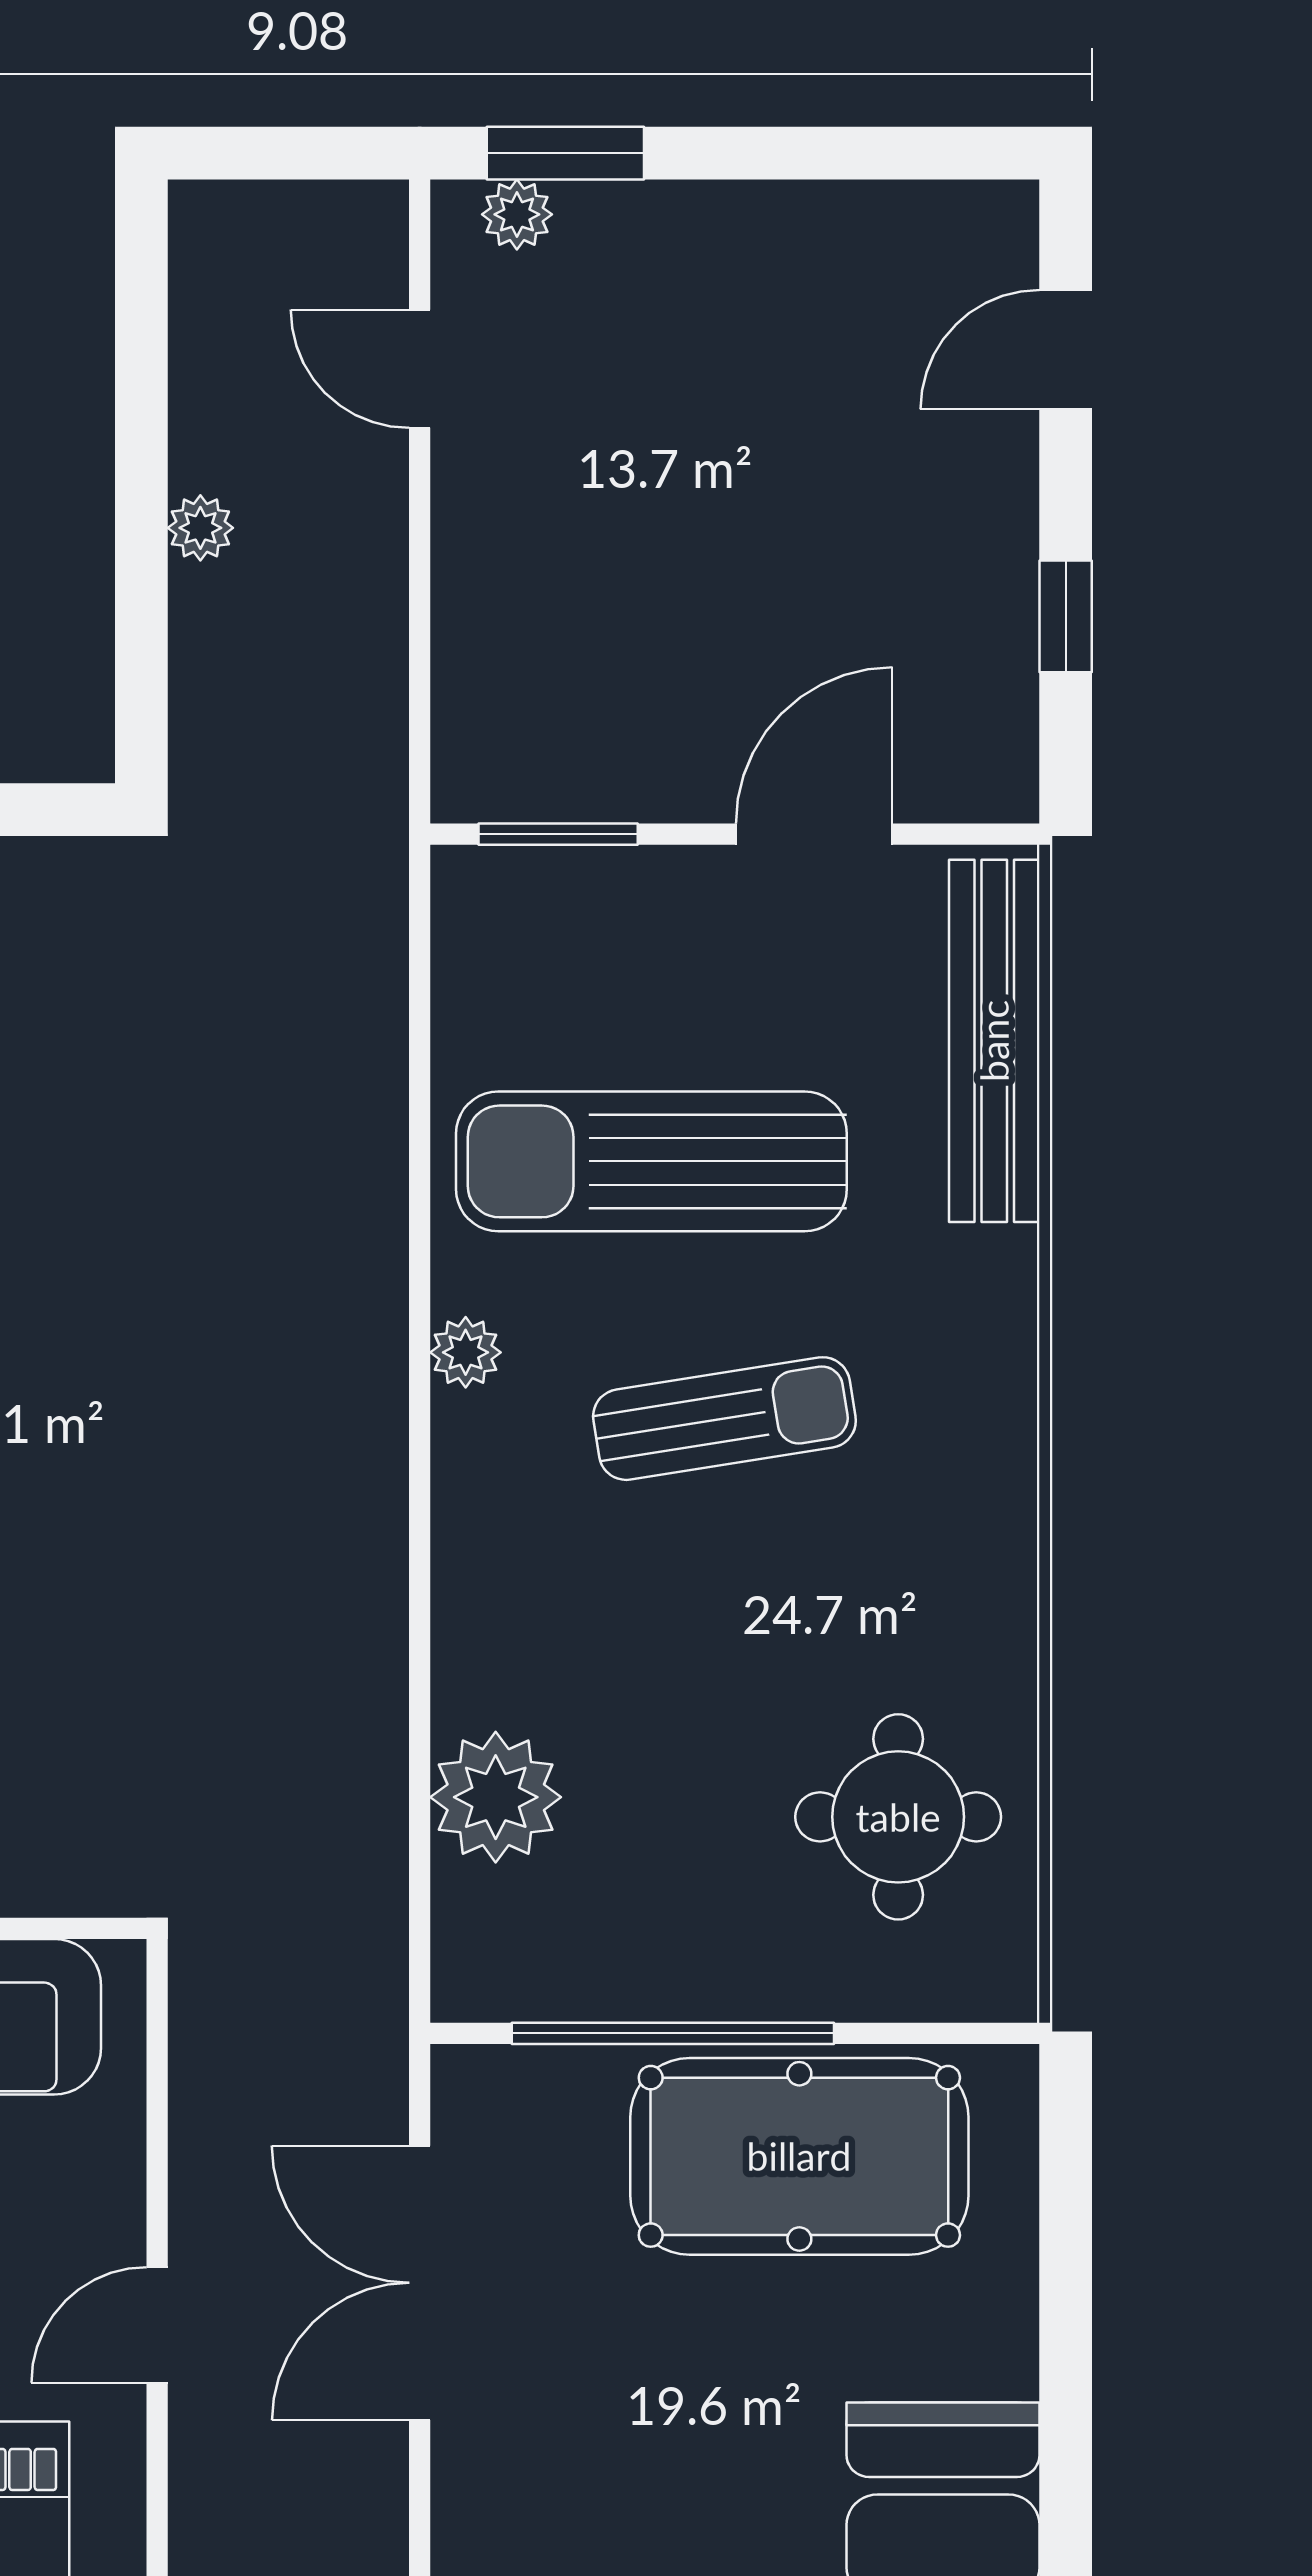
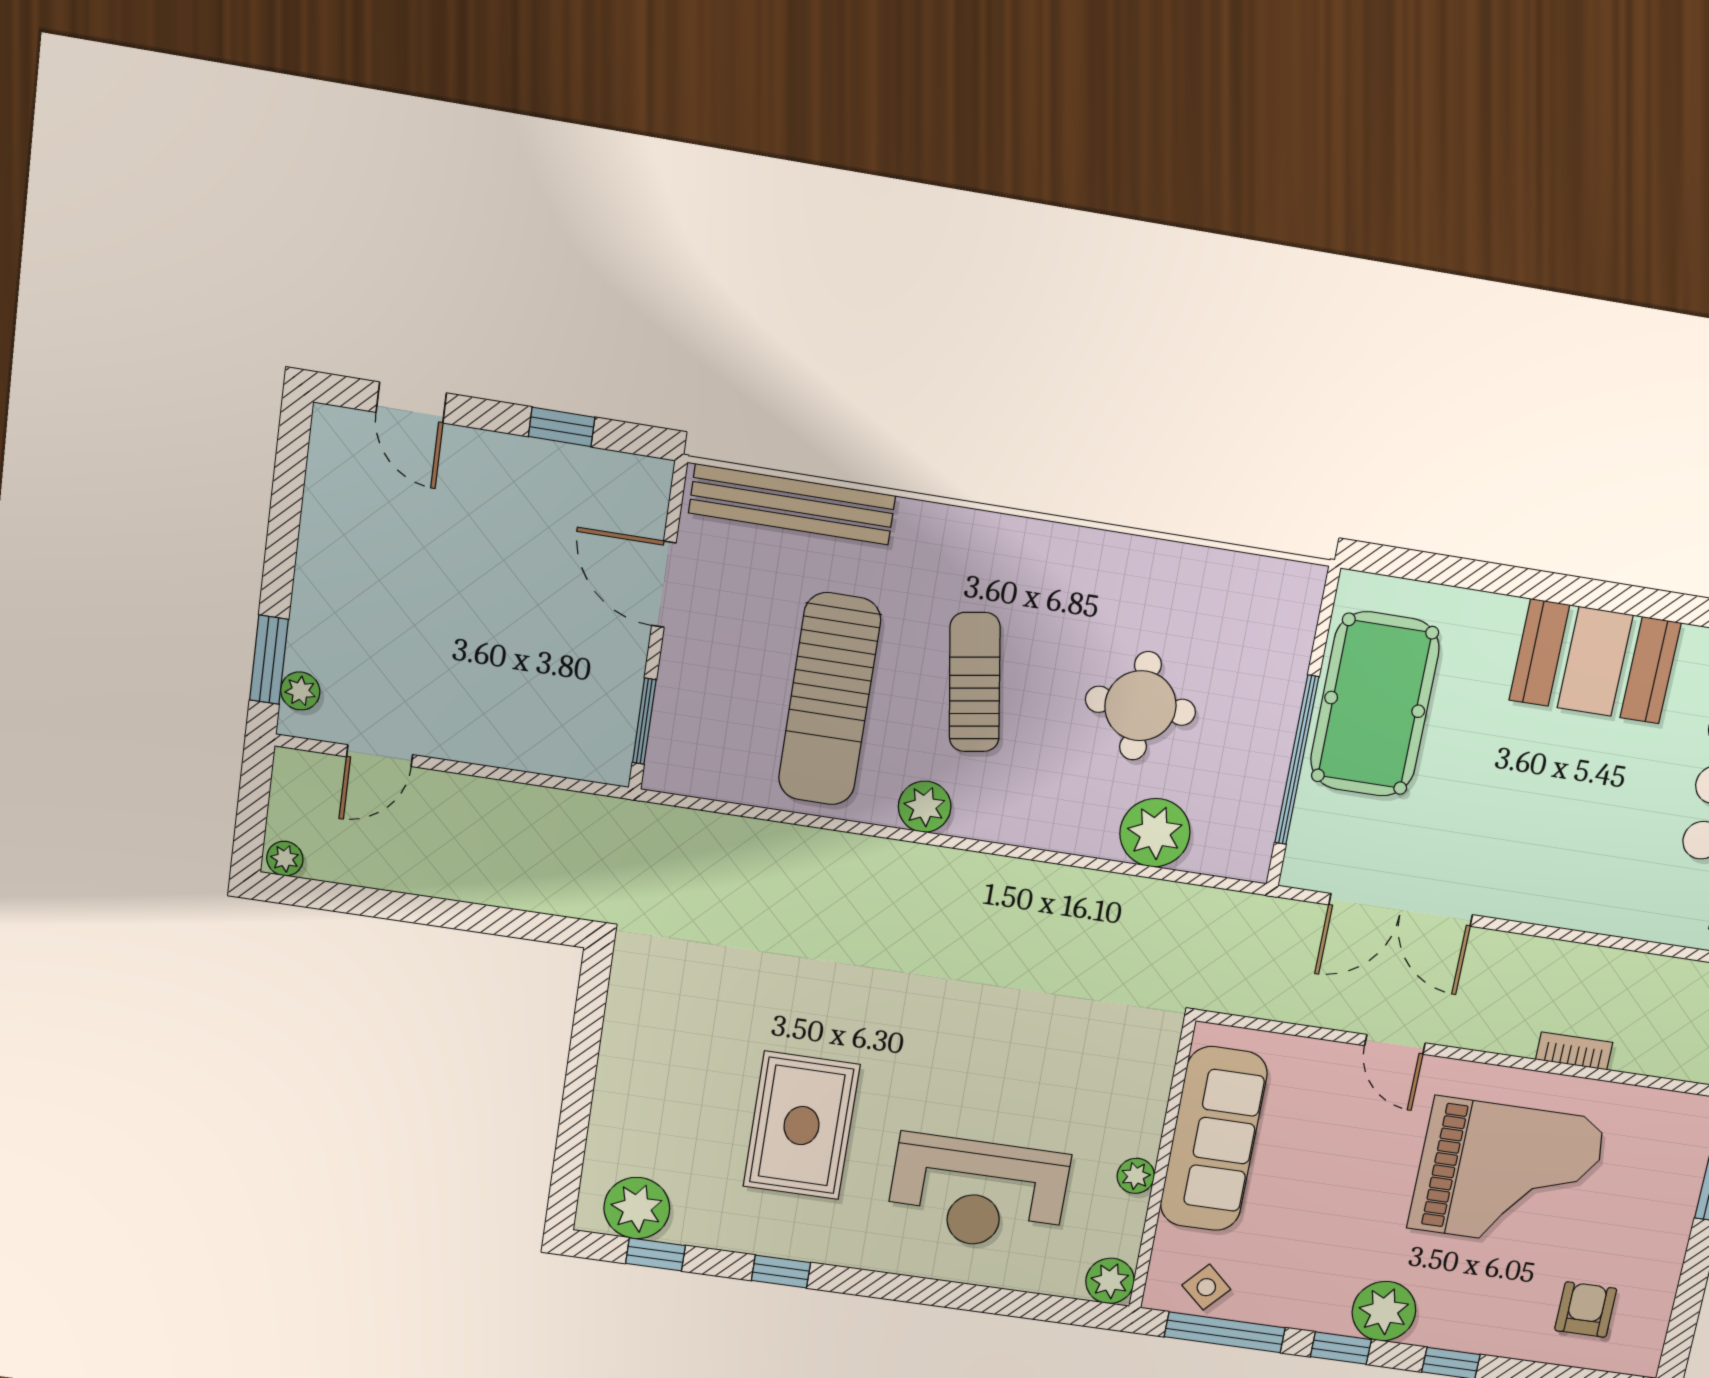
plant: (200, 528) -> (285, 859), moved
plant: (466, 1352) -> (925, 807), width x1.38, depth x1.38
round table: (898, 1817) -> (1140, 706), moved

